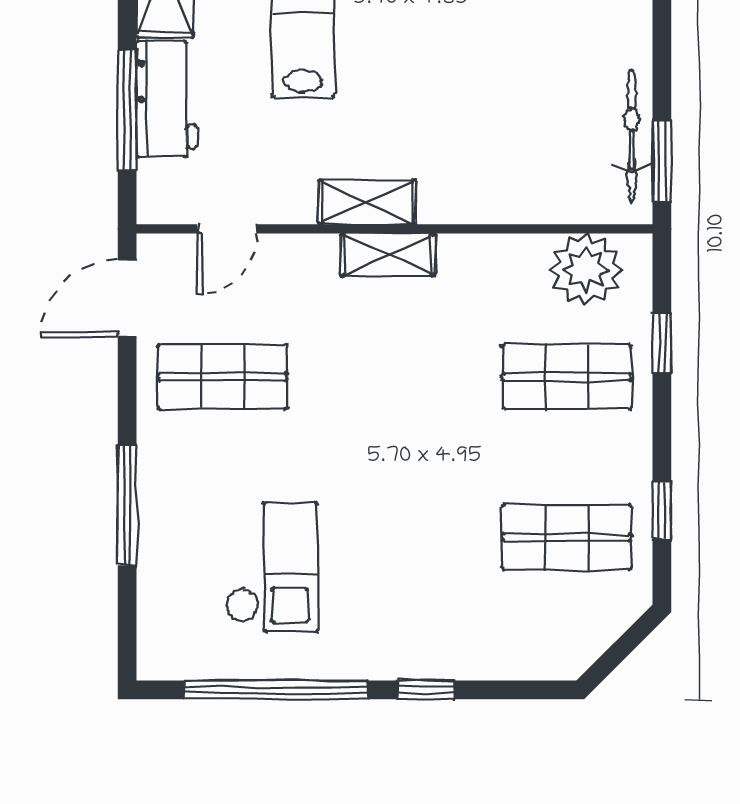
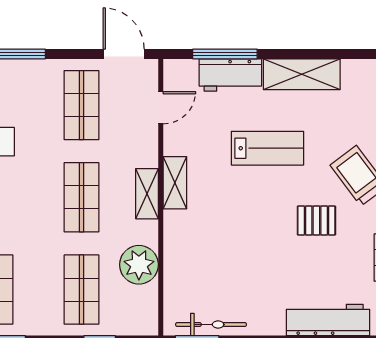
door: (227, 229) -> (161, 108), swing flipped
plant: (586, 270) -> (139, 265), moved
shop shelf: (395, 377) -> (81, 197), added

